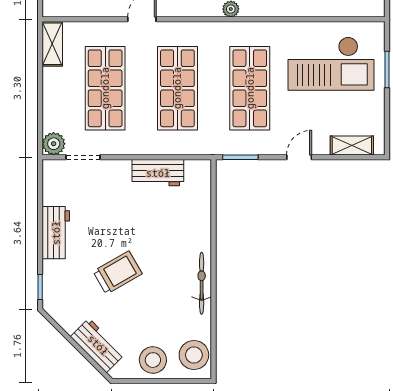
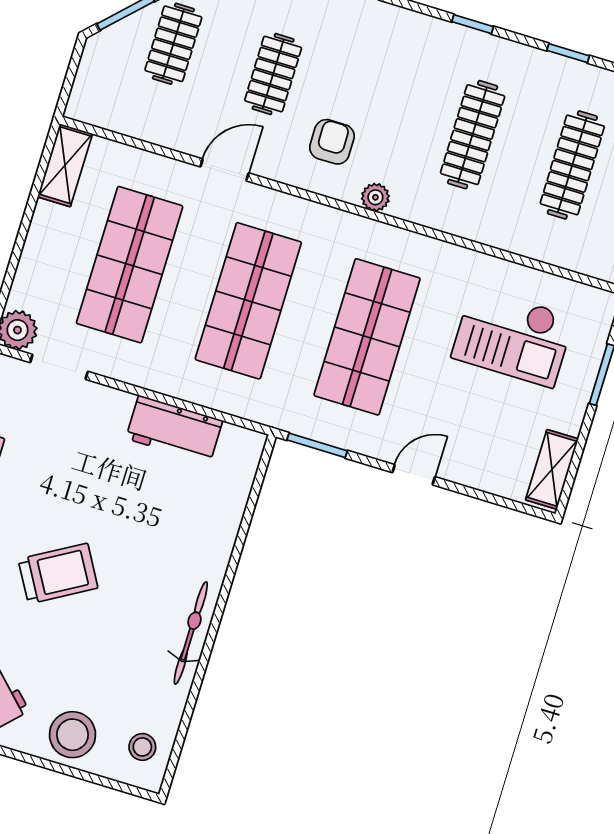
checkout: (331, 64) -> (513, 337), width x0.73, depth x0.83
shelving: (352, 145) -> (552, 469), moved, turned 90
stool: (194, 355) -> (142, 747), width x0.53, depth x0.53

